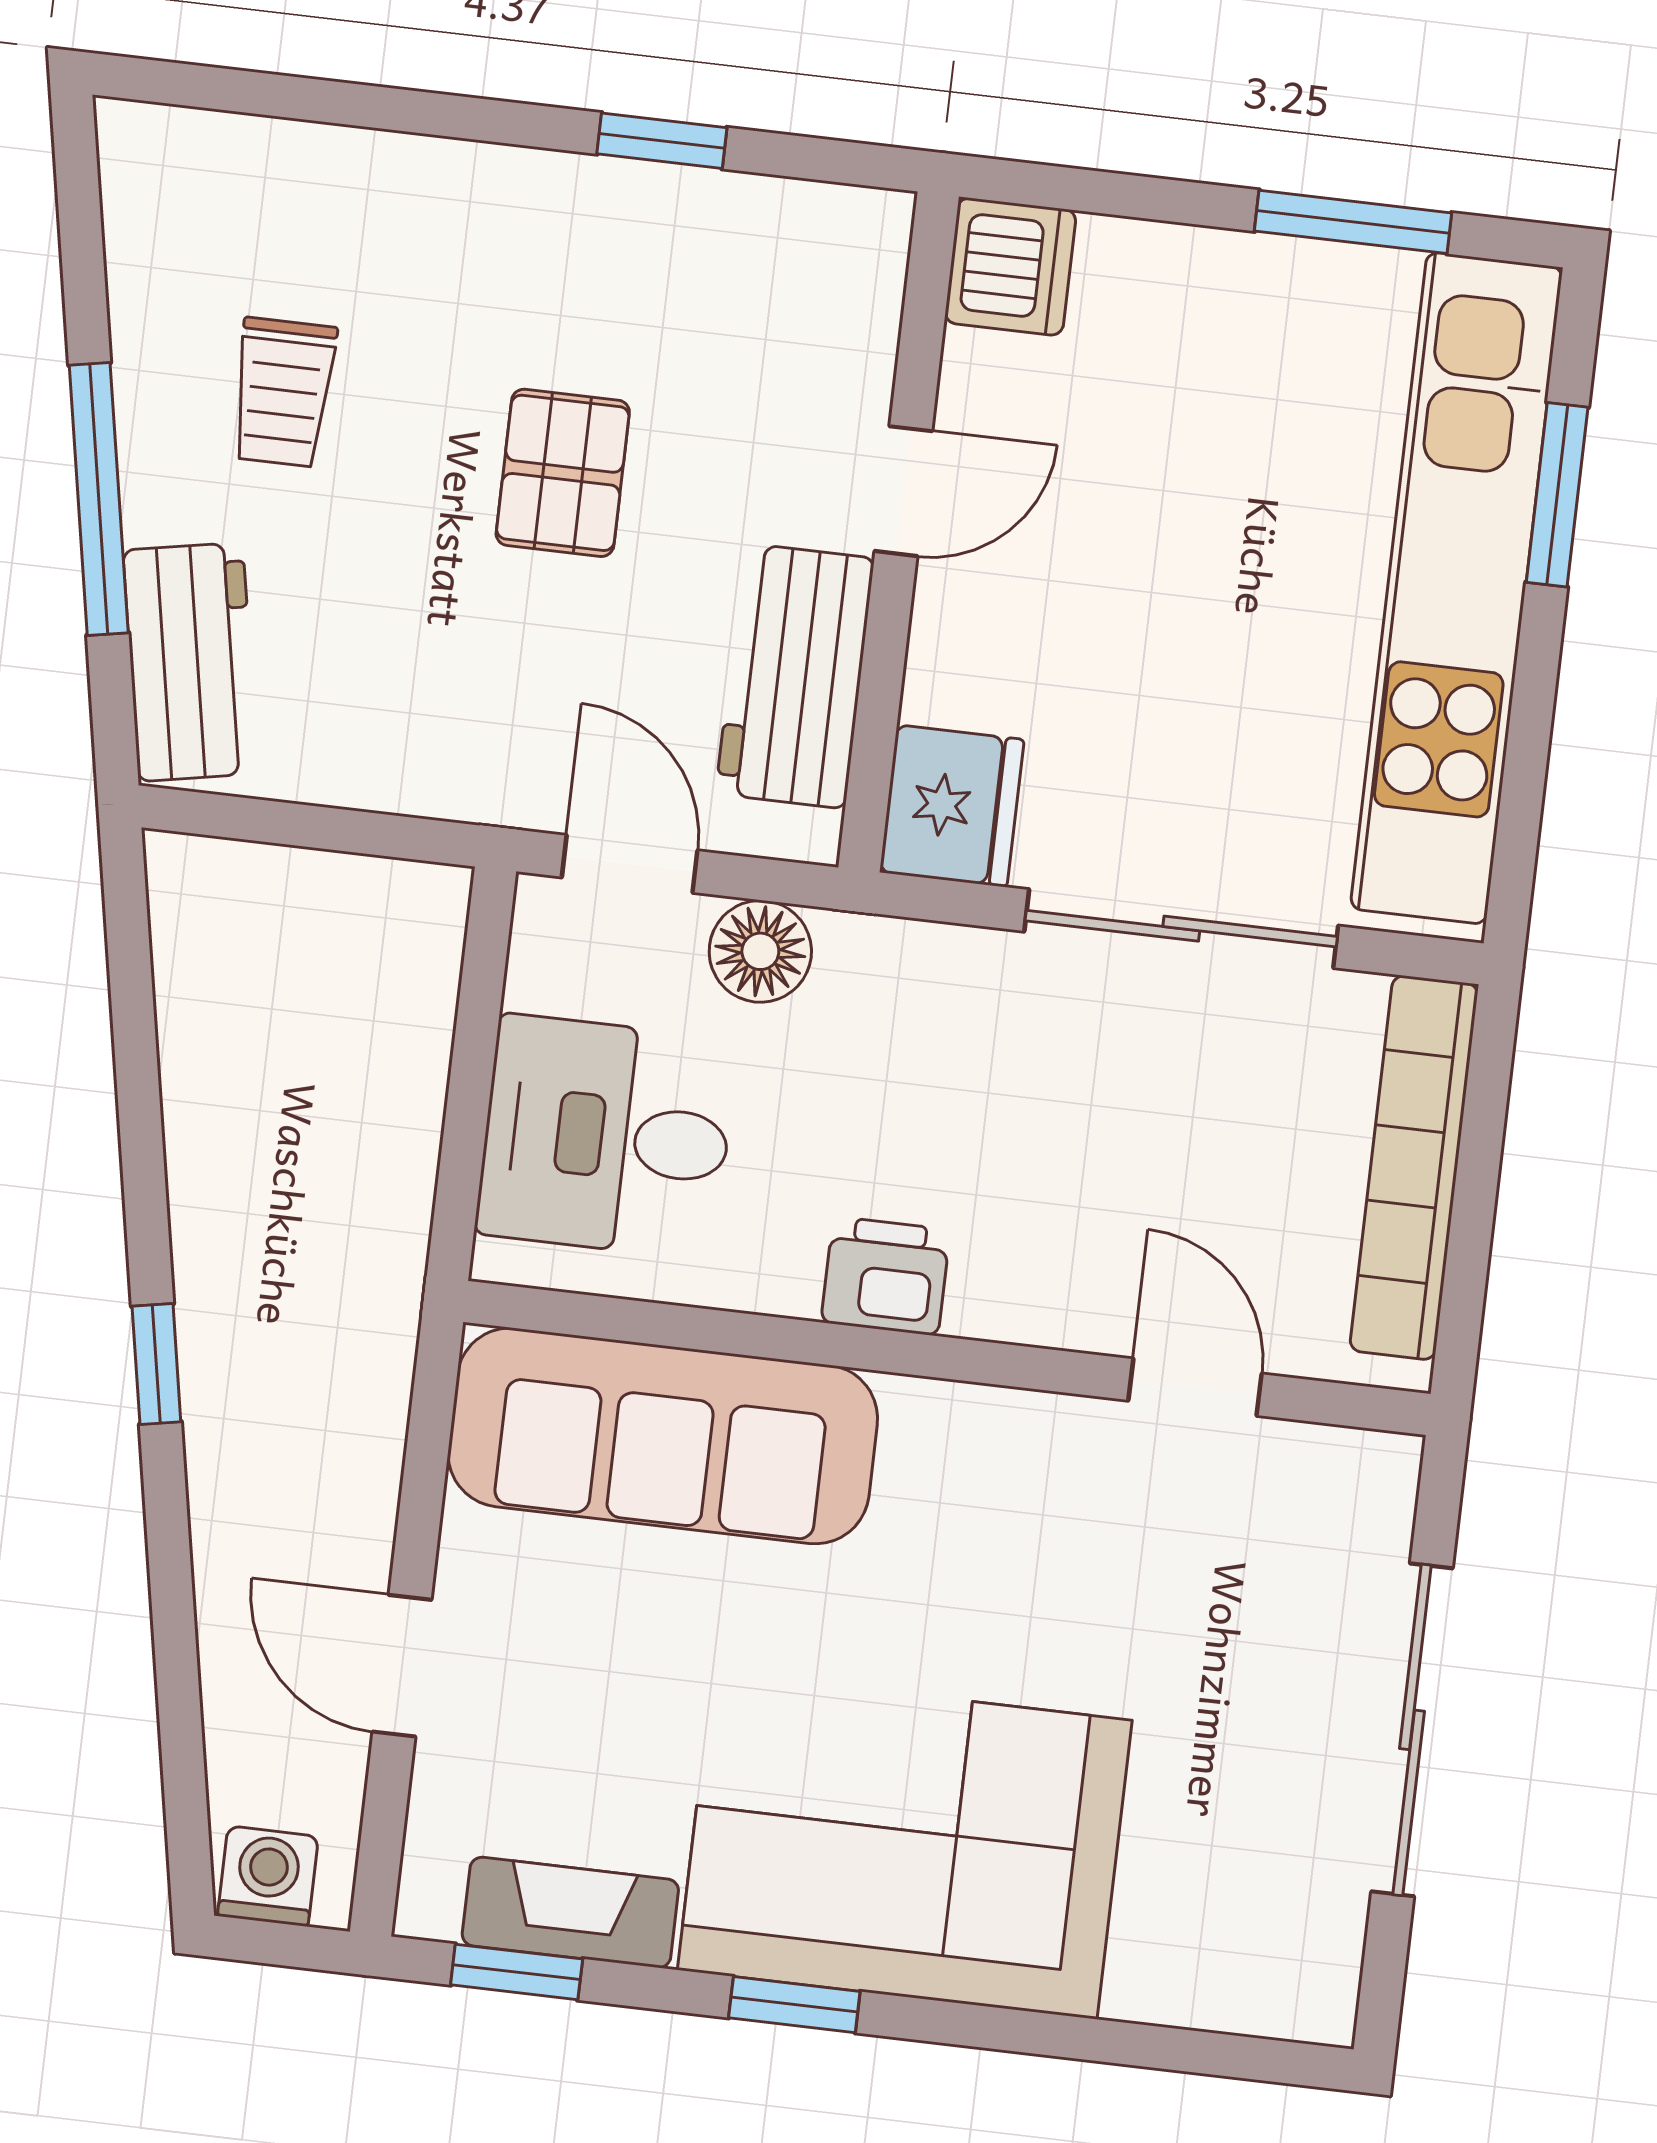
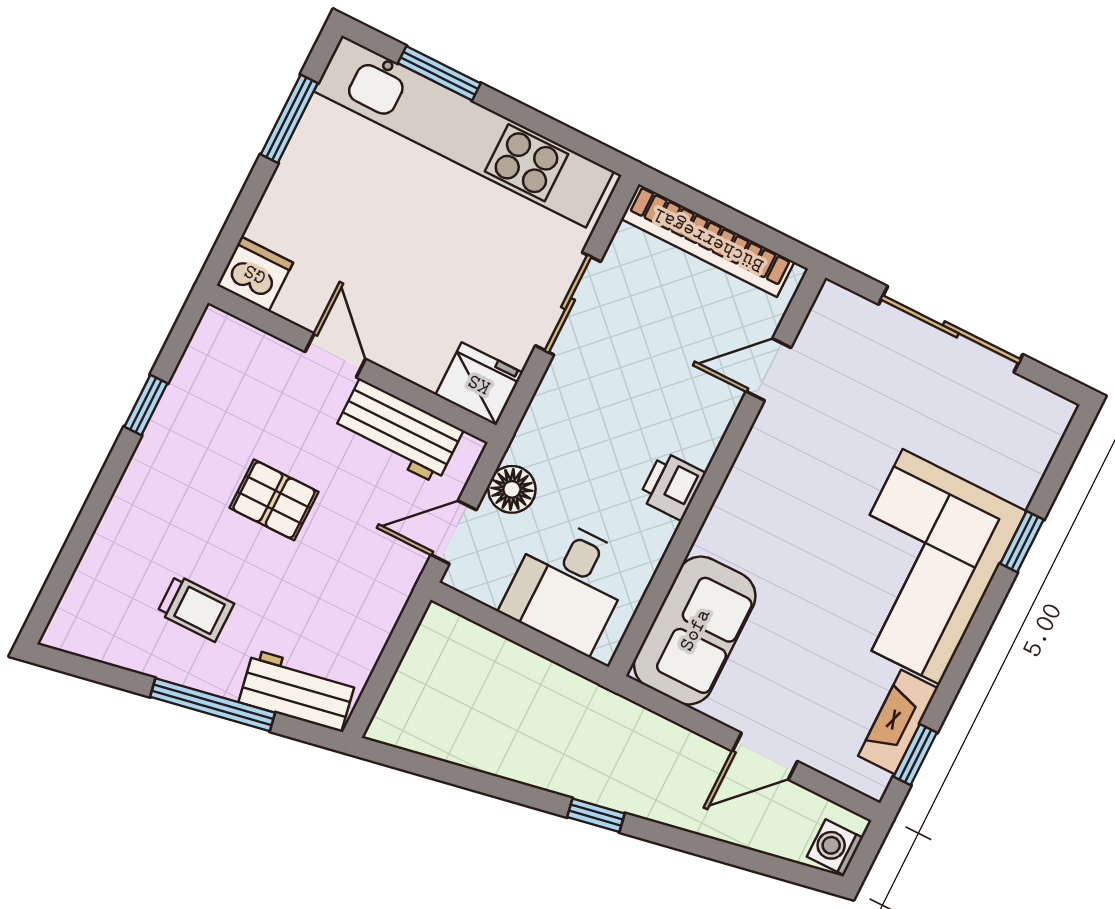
sliding door: (1181, 929) -> (568, 304), width x0.73
sofa: (663, 1436) -> (695, 630), width x0.73
window: (794, 2005) -> (1022, 542), moved

